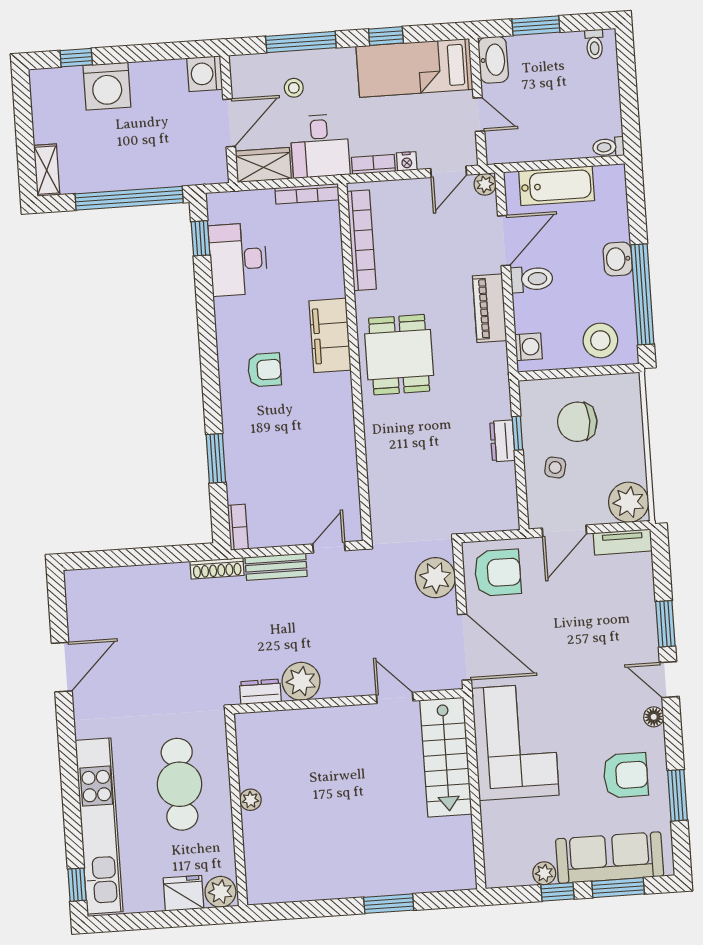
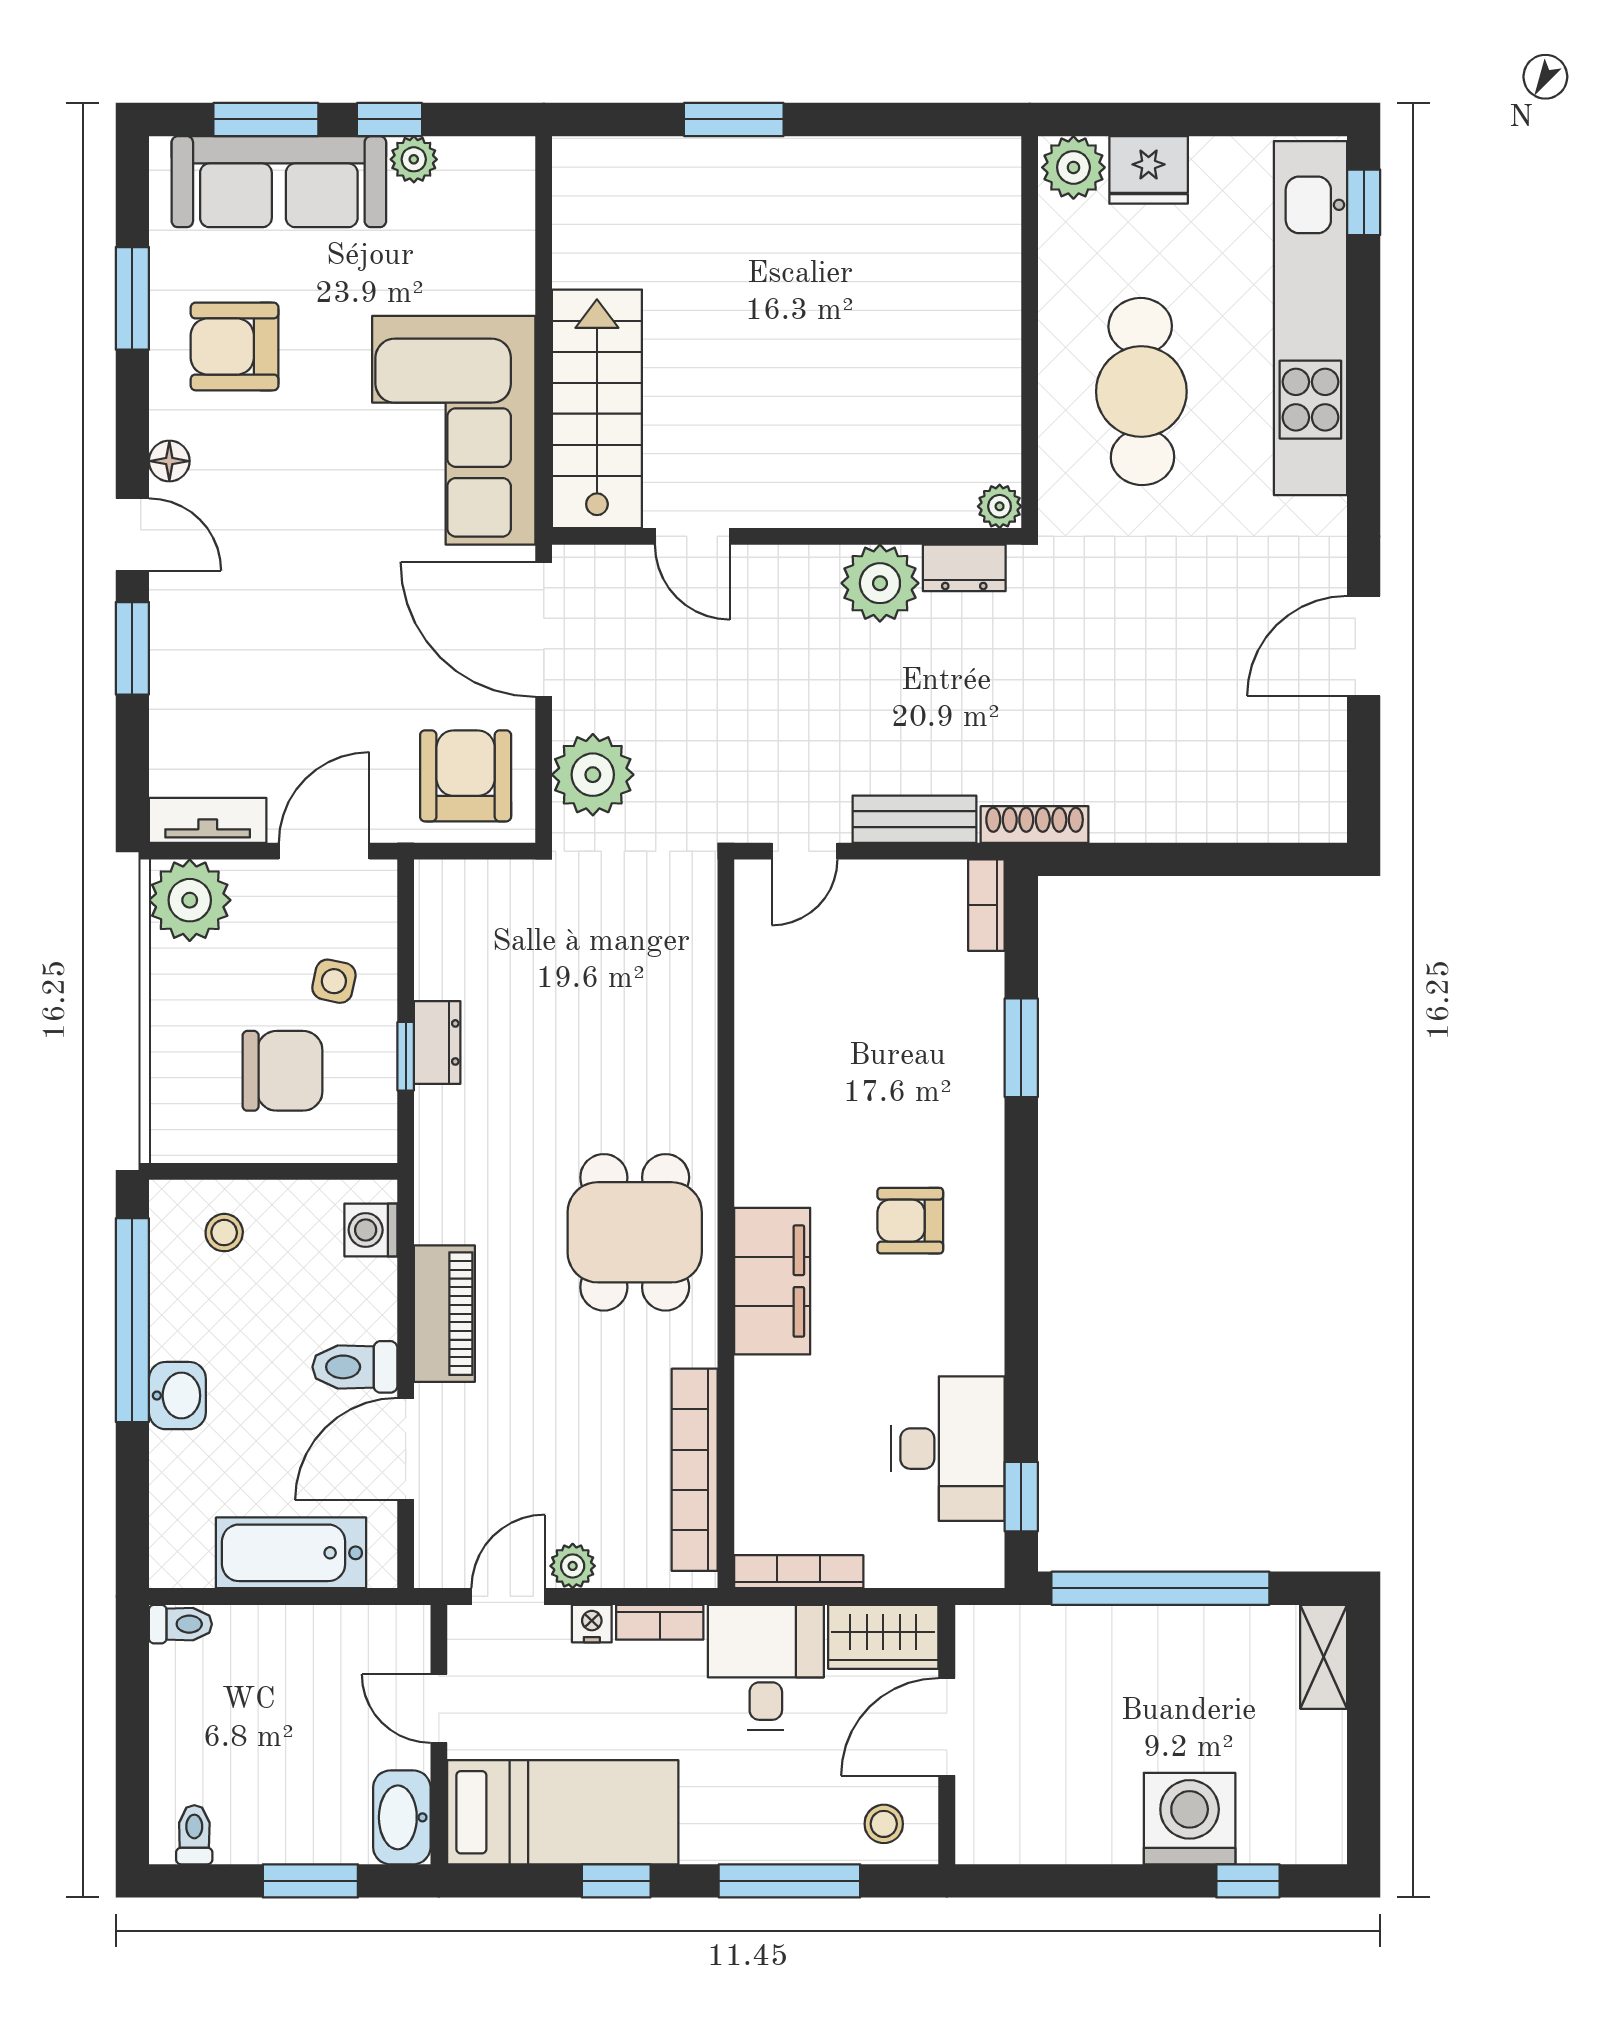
washing machine: (205, 74) -> (989, 1830), removed
stool: (294, 88) -> (884, 1824), moved
plant: (485, 184) -> (573, 1566), moved
stool: (600, 340) -> (224, 1233), width x0.53, depth x0.53
armchair: (498, 573) -> (466, 776), turned 90
plant: (250, 800) -> (1000, 506), moved

